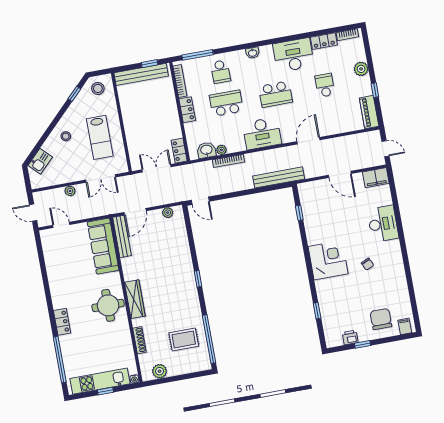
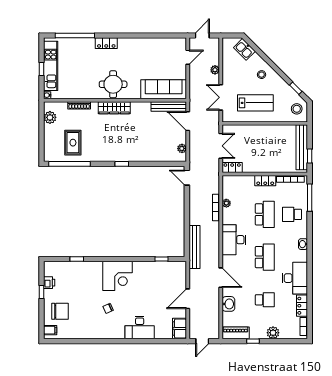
school desk: (276, 94) -> (265, 257), turned 180
lab bench: (100, 137) -> (255, 103), turned 180
washbasin: (206, 150) -> (228, 304), moved
door: (200, 201) -> (187, 178), hinge flipped

